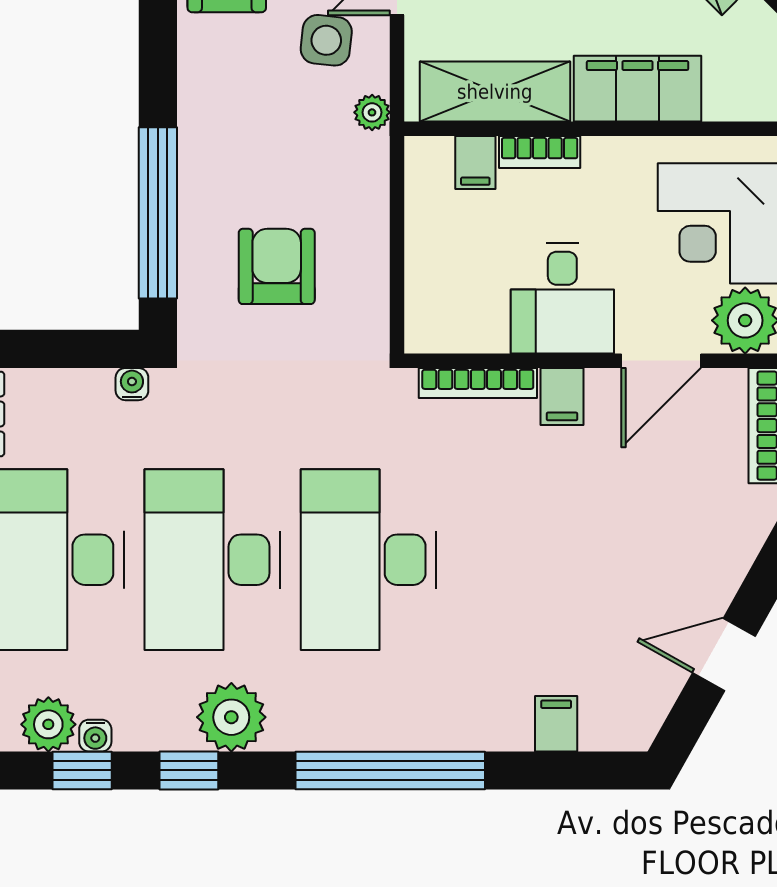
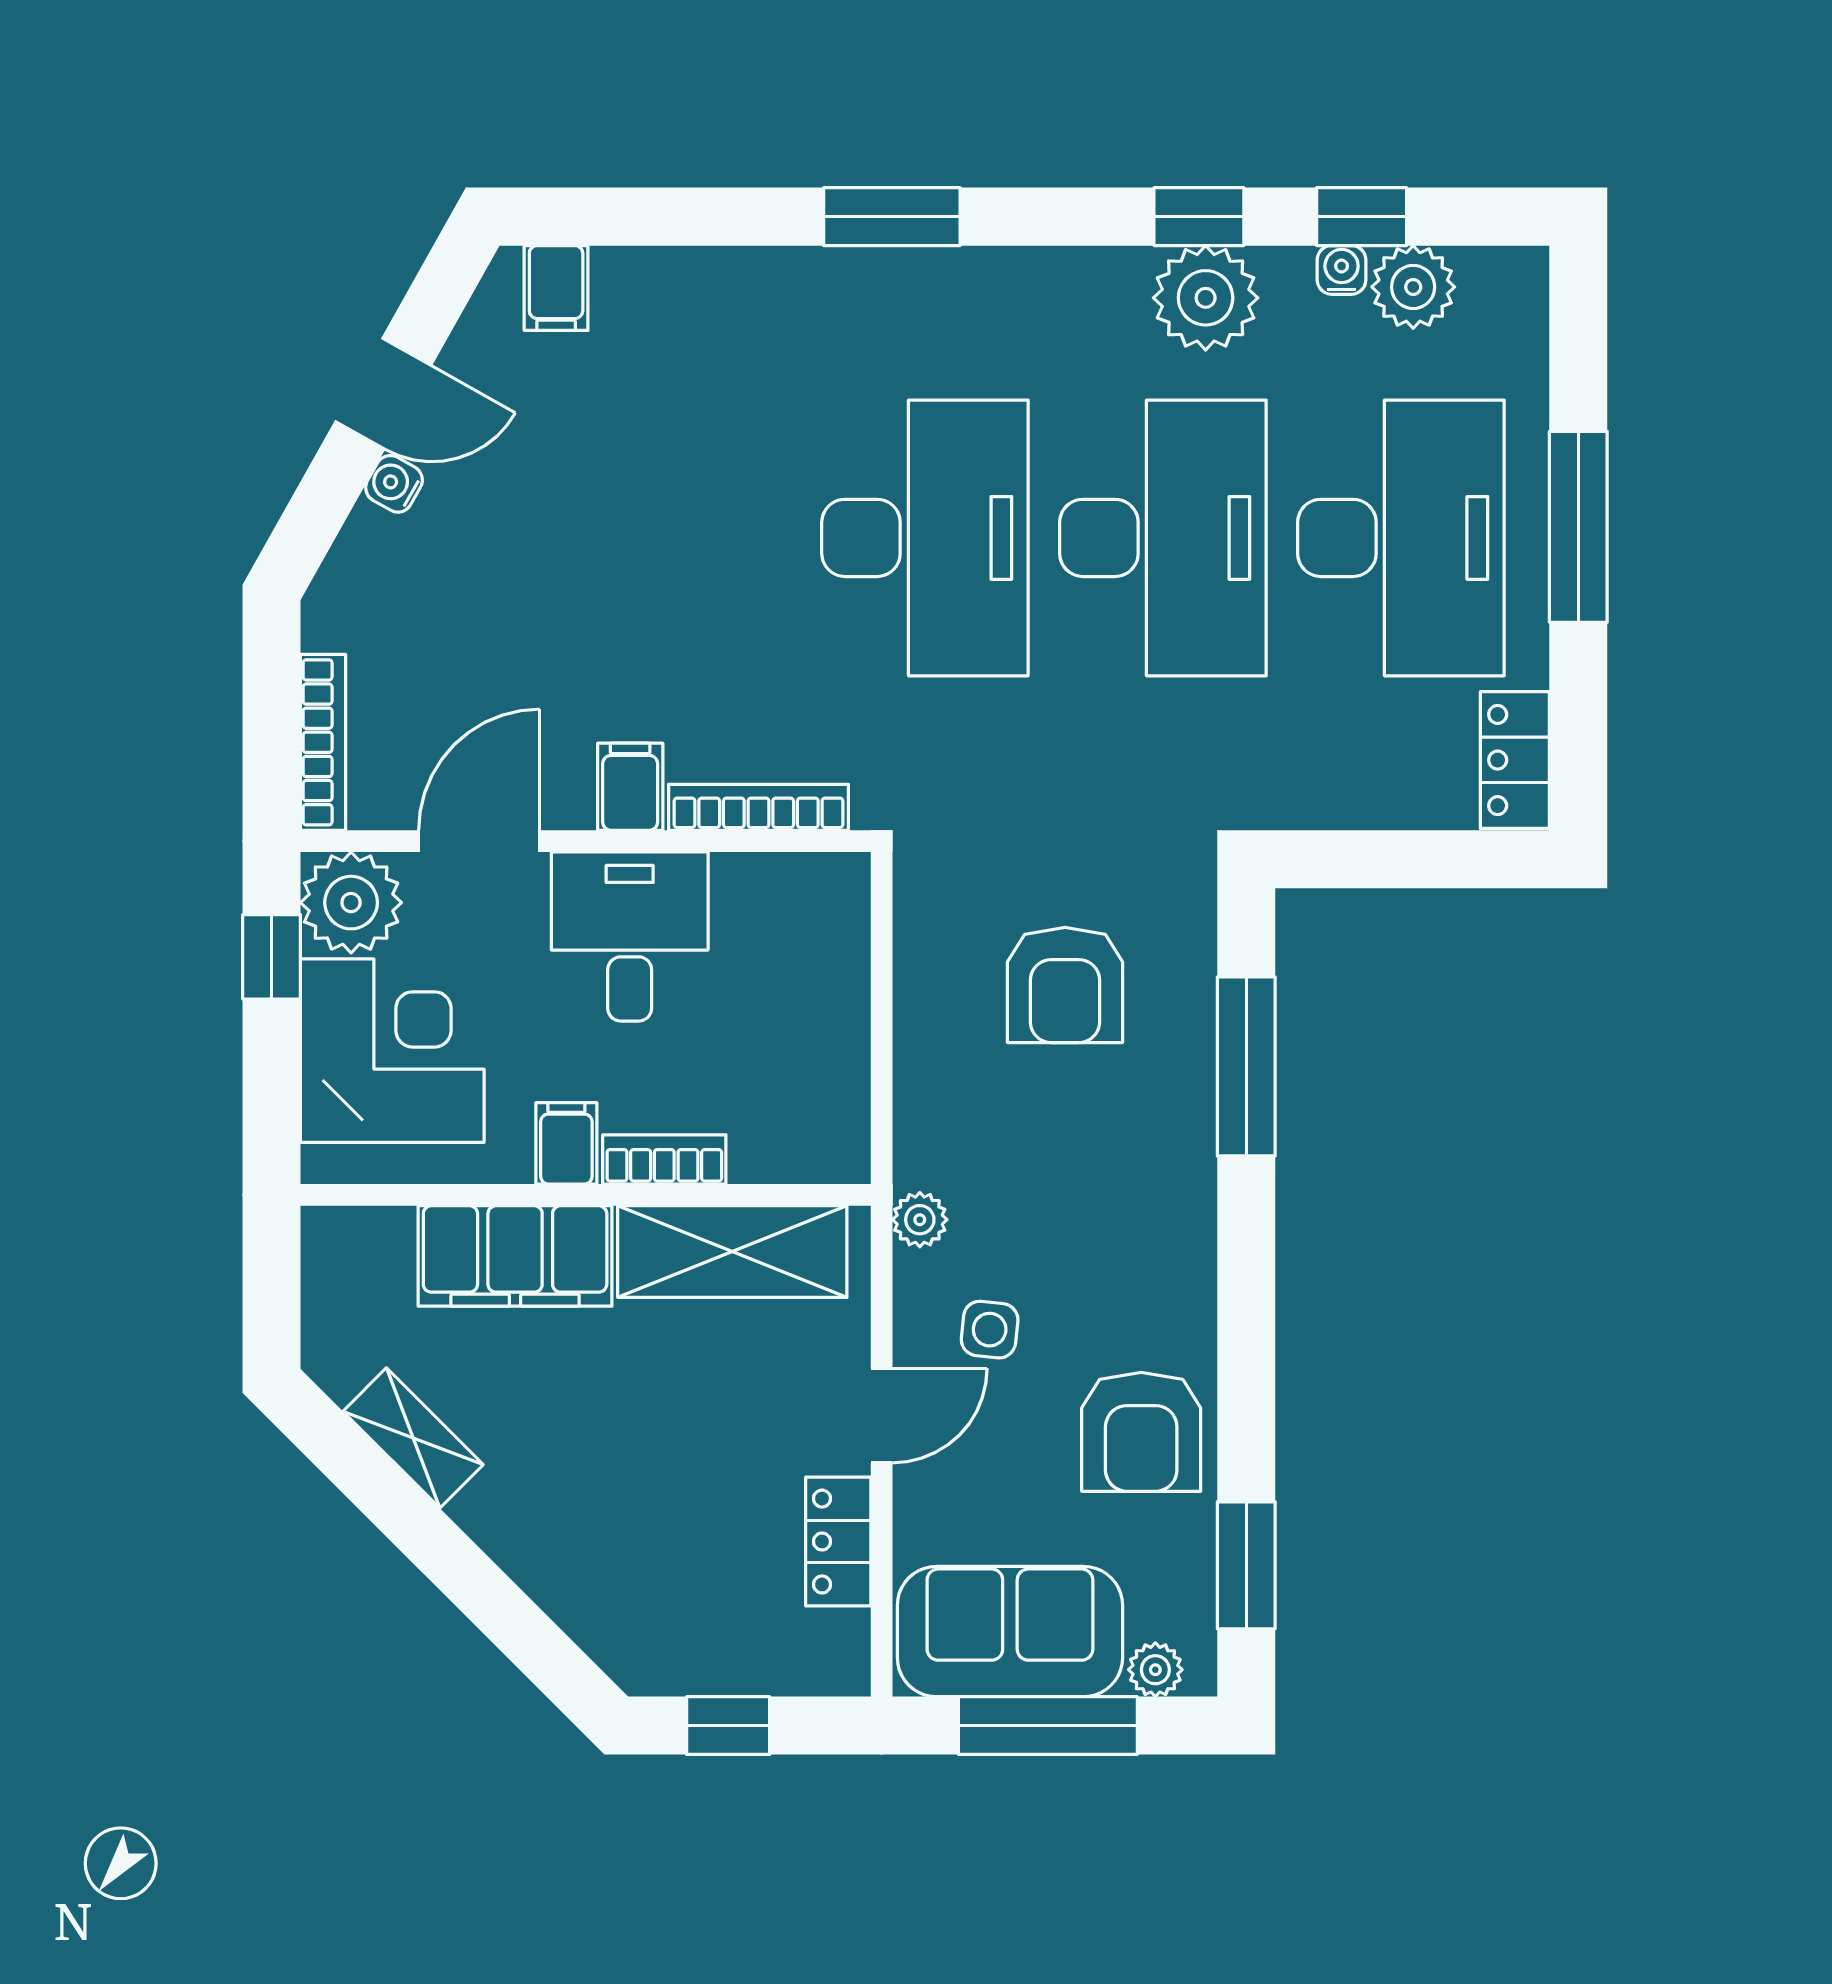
side table: (326, 40) -> (990, 1330), width x0.73, depth x0.73
filing cabinet: (475, 163) -> (566, 1143), moved
window: (158, 213) -> (1246, 1066), width x0.68
water cooler: (132, 384) -> (394, 484), moved, turned 119
plant: (231, 717) -> (1206, 298), moved
filing cabinet: (556, 724) -> (556, 288), moved
window: (390, 770) -> (892, 217), width x0.47

